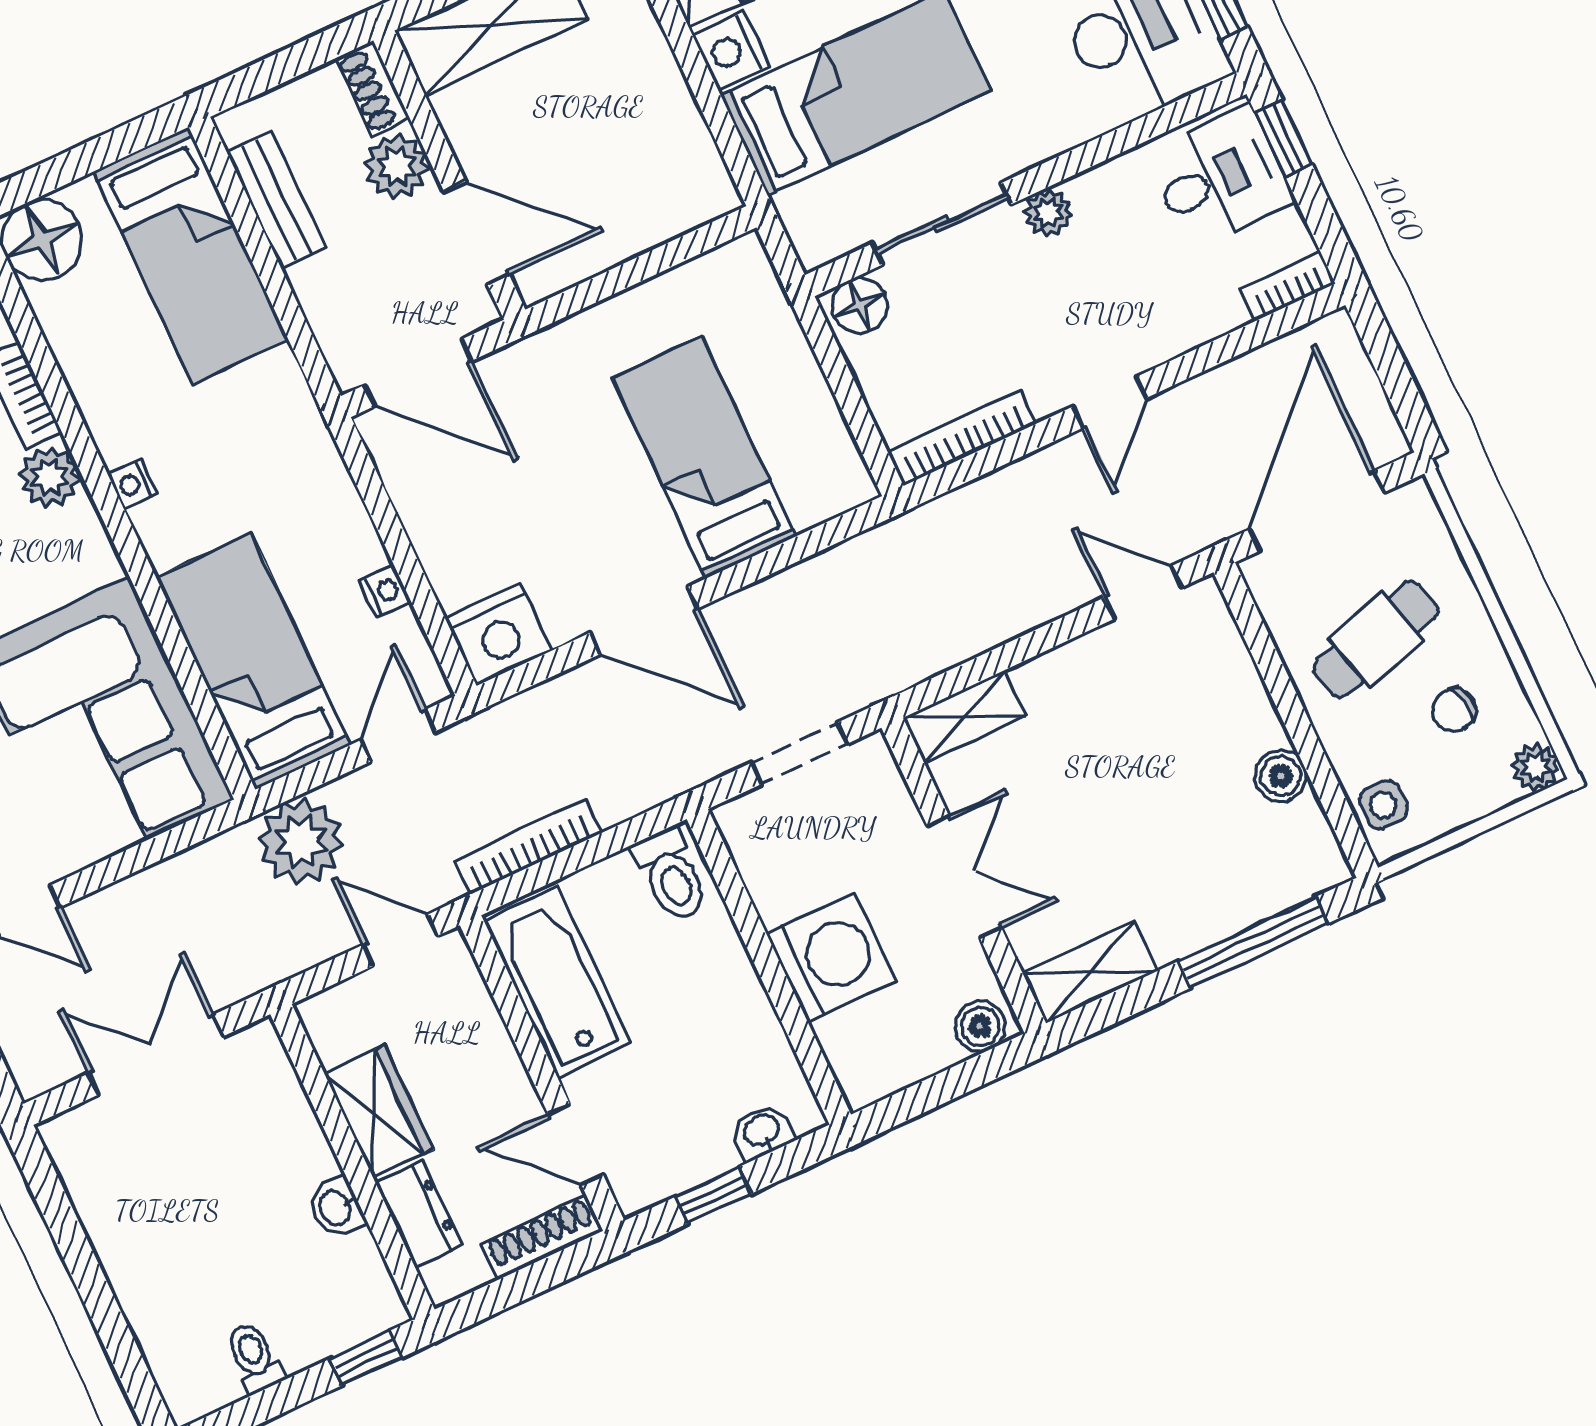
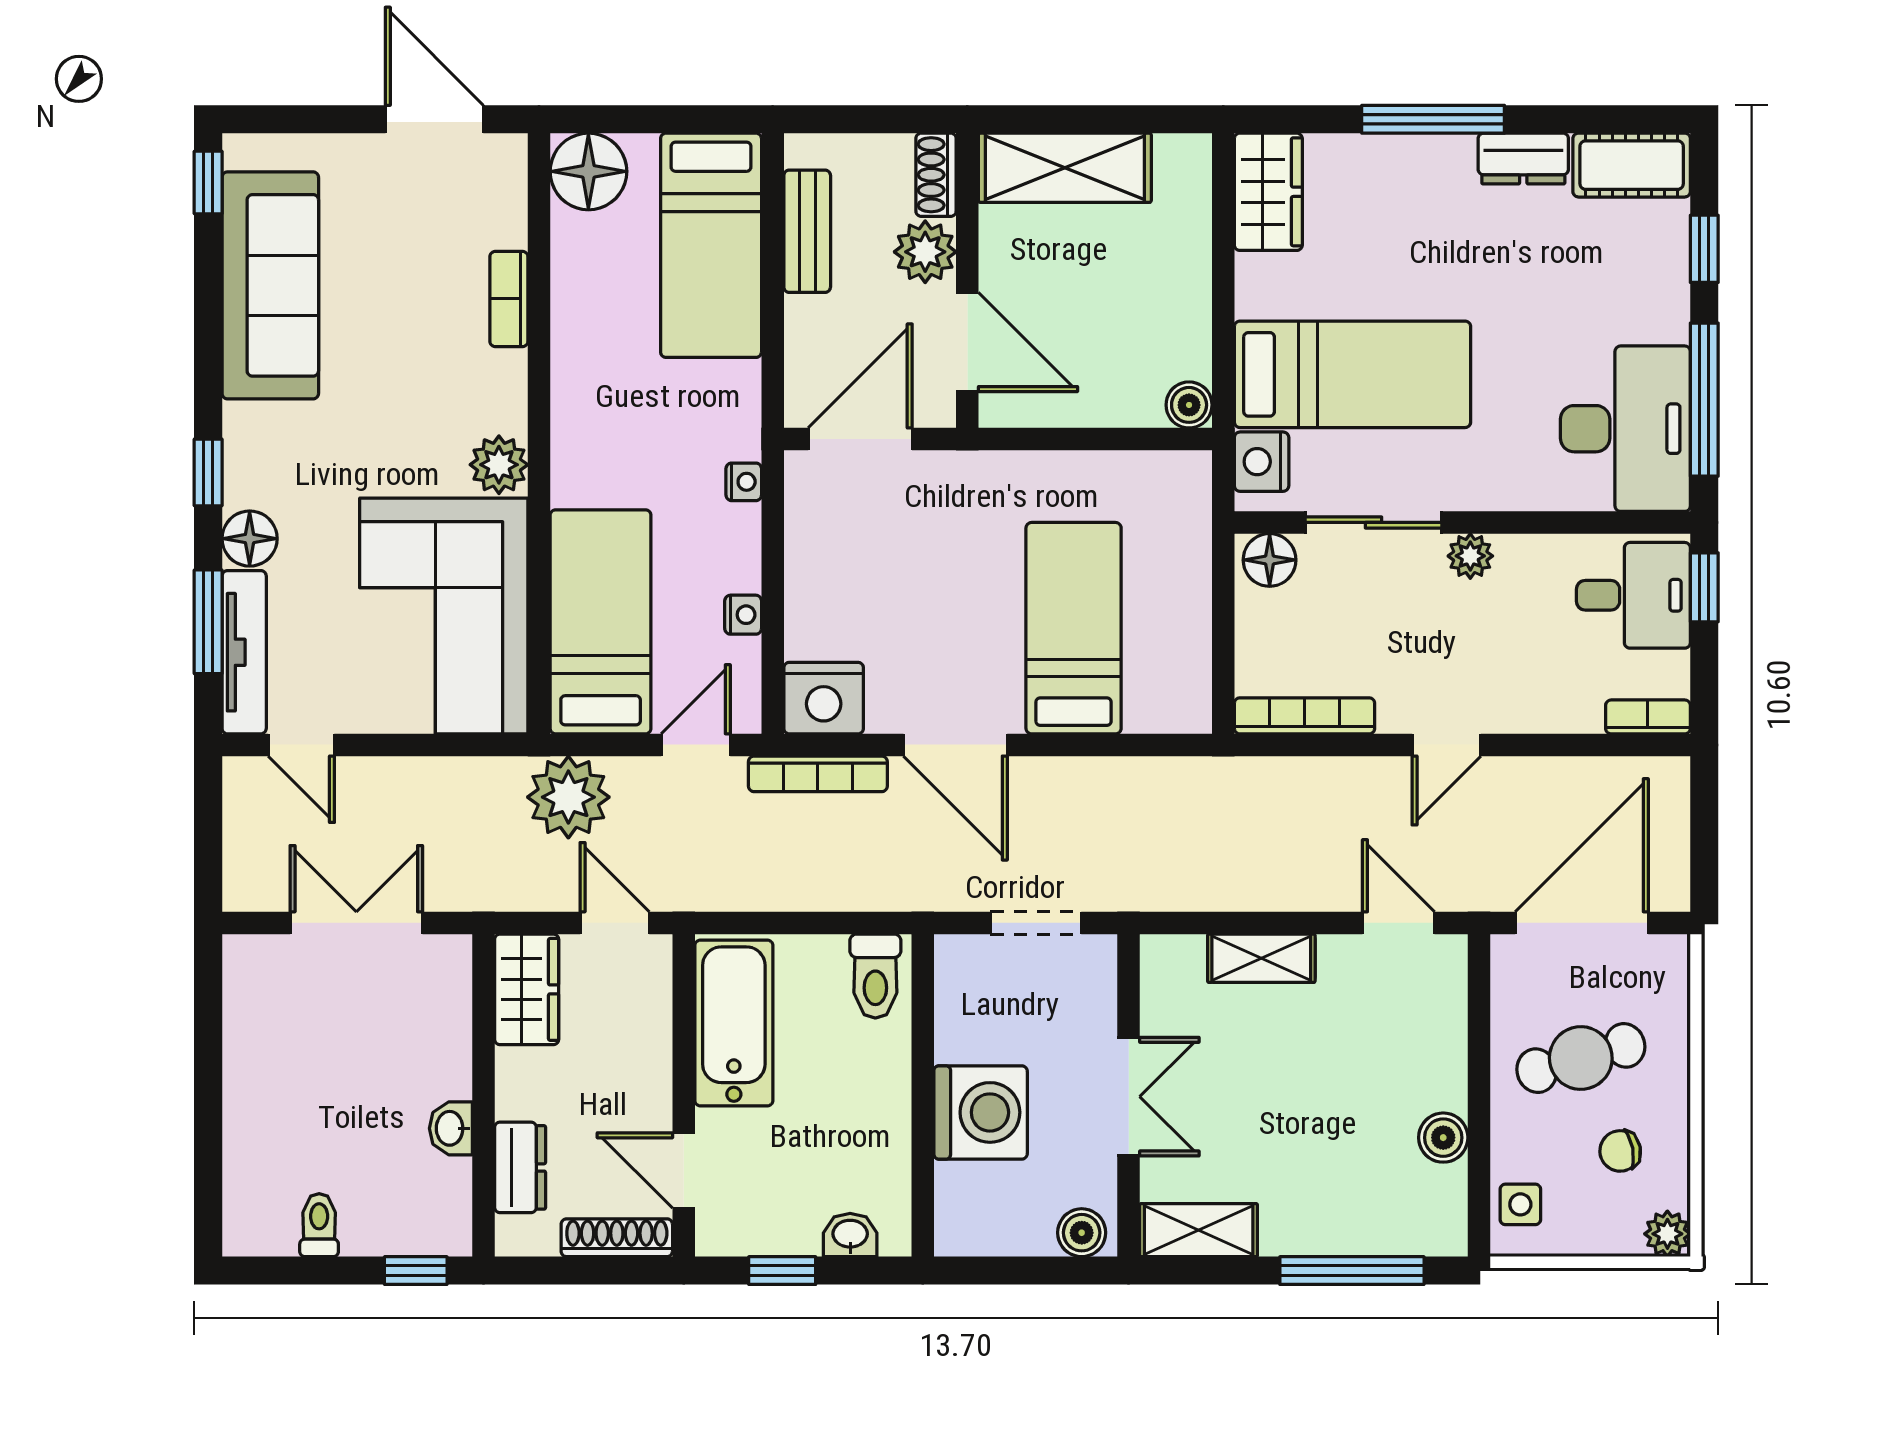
nightstand: (731, 51) -> (1262, 462), moved
boiler: (715, 194) -> (1189, 405), added
door: (418, 373) -> (860, 439), swing flipped
plant: (50, 477) -> (499, 465), moved
nightstand: (133, 484) -> (744, 482), moved, turned 180
shelving: (964, 717) -> (1261, 958), moved
bookcase: (528, 847) -> (818, 774), moved, turned 180
wardrobe: (379, 1111) -> (527, 989), moved

